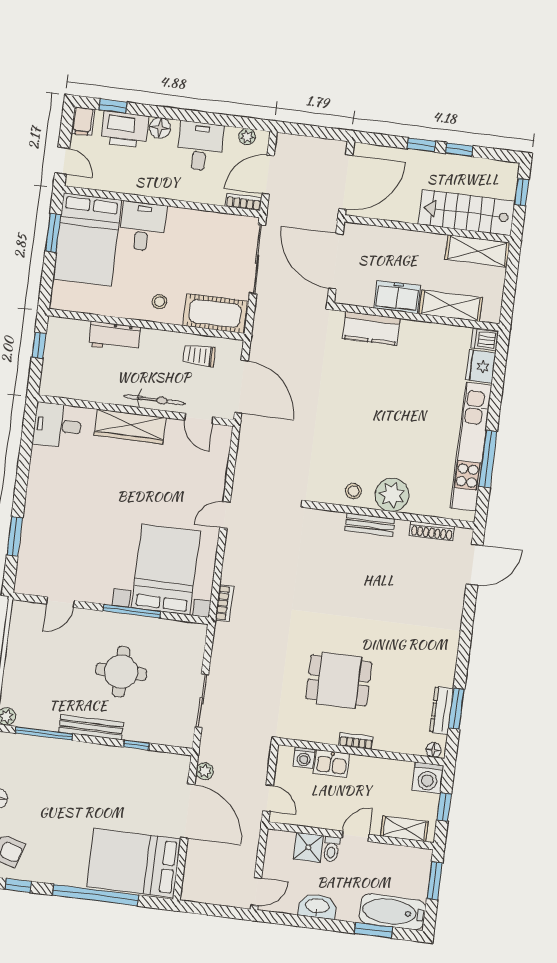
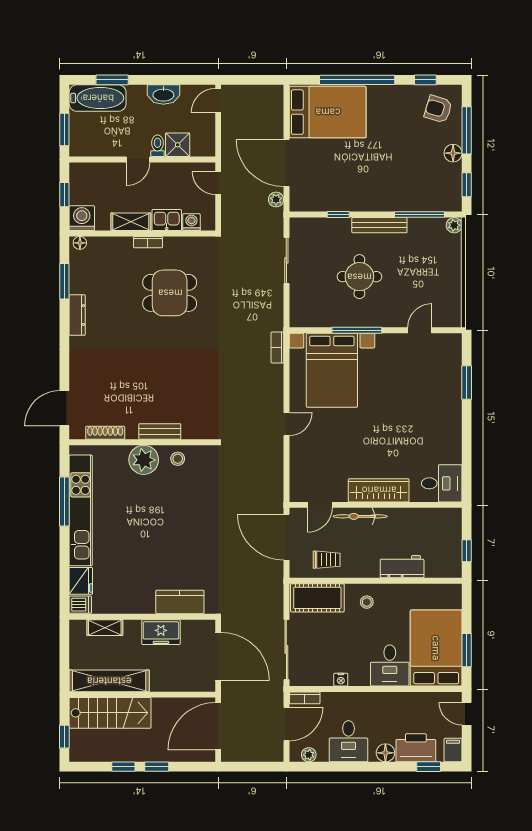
nightstand: (200, 217) -> (341, 680), added
shelving: (477, 251) -> (109, 681), width x1.47
shelving: (451, 306) -> (105, 628), width x0.67, depth x0.75
door: (199, 419) -> (320, 505), swing flipped
dresser: (442, 710) -> (77, 315), moved
shelving: (404, 829) -> (131, 222), moved

